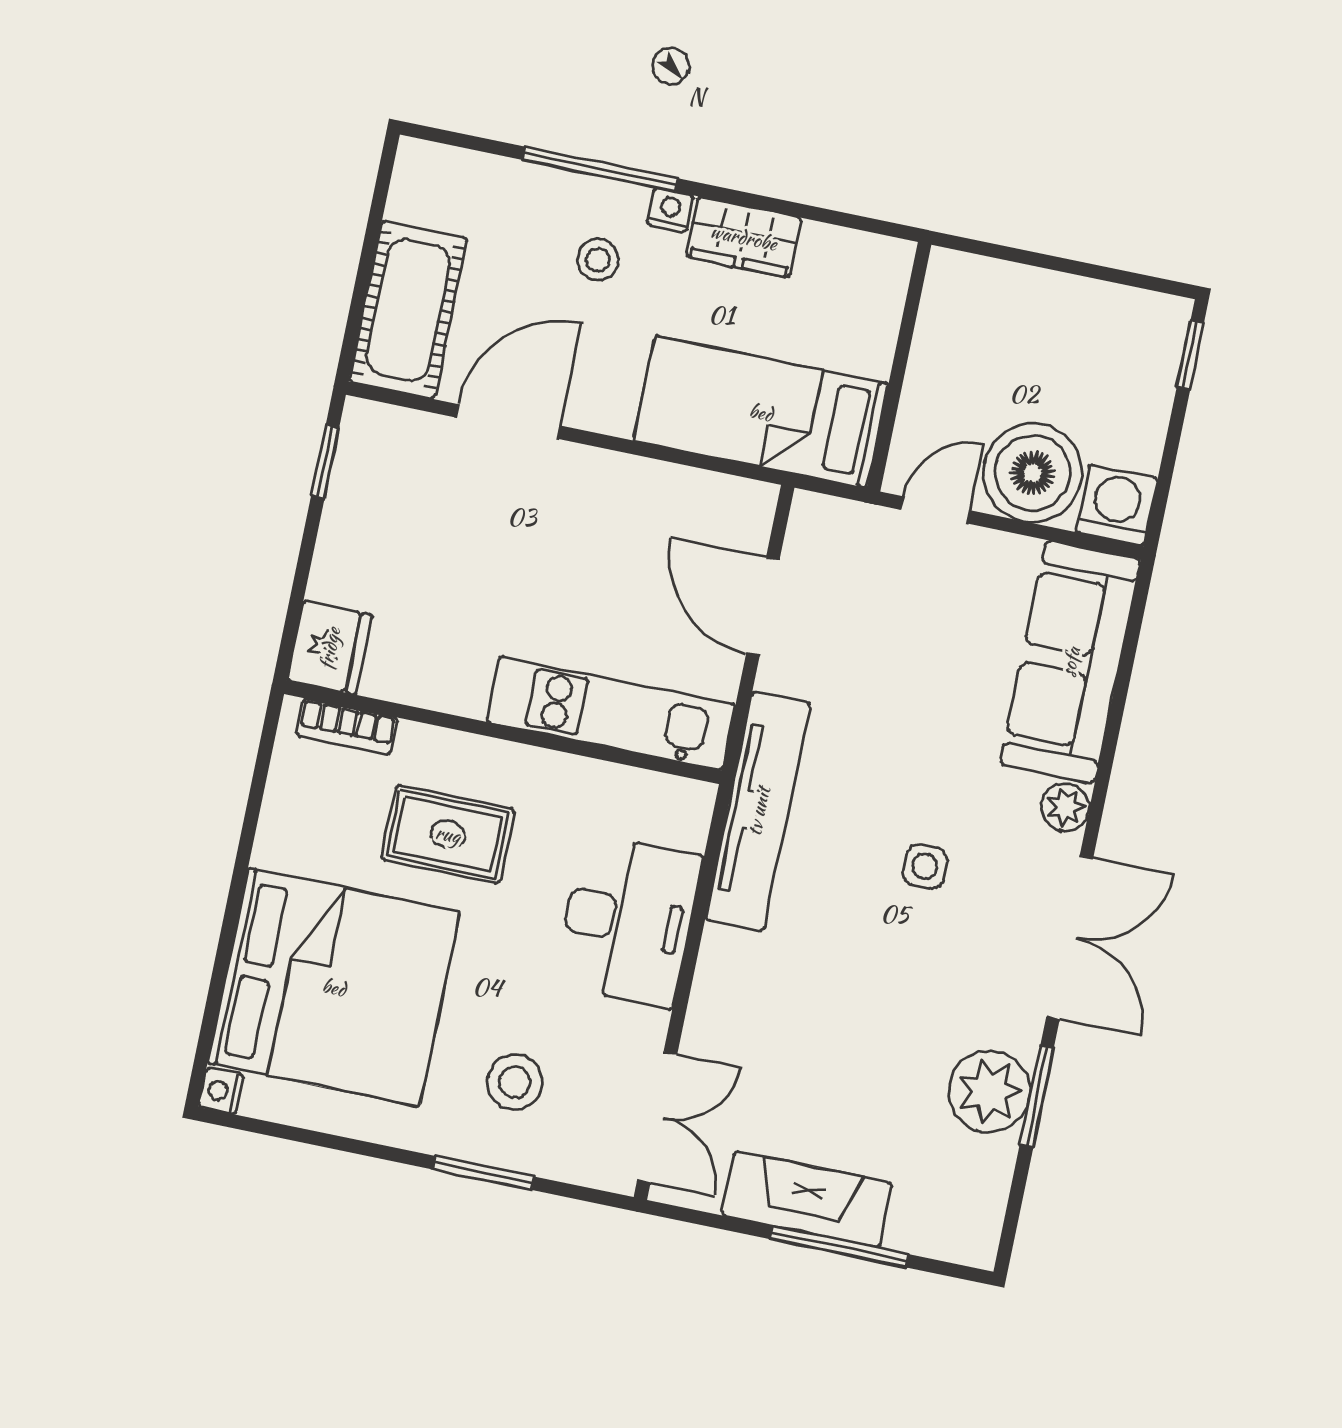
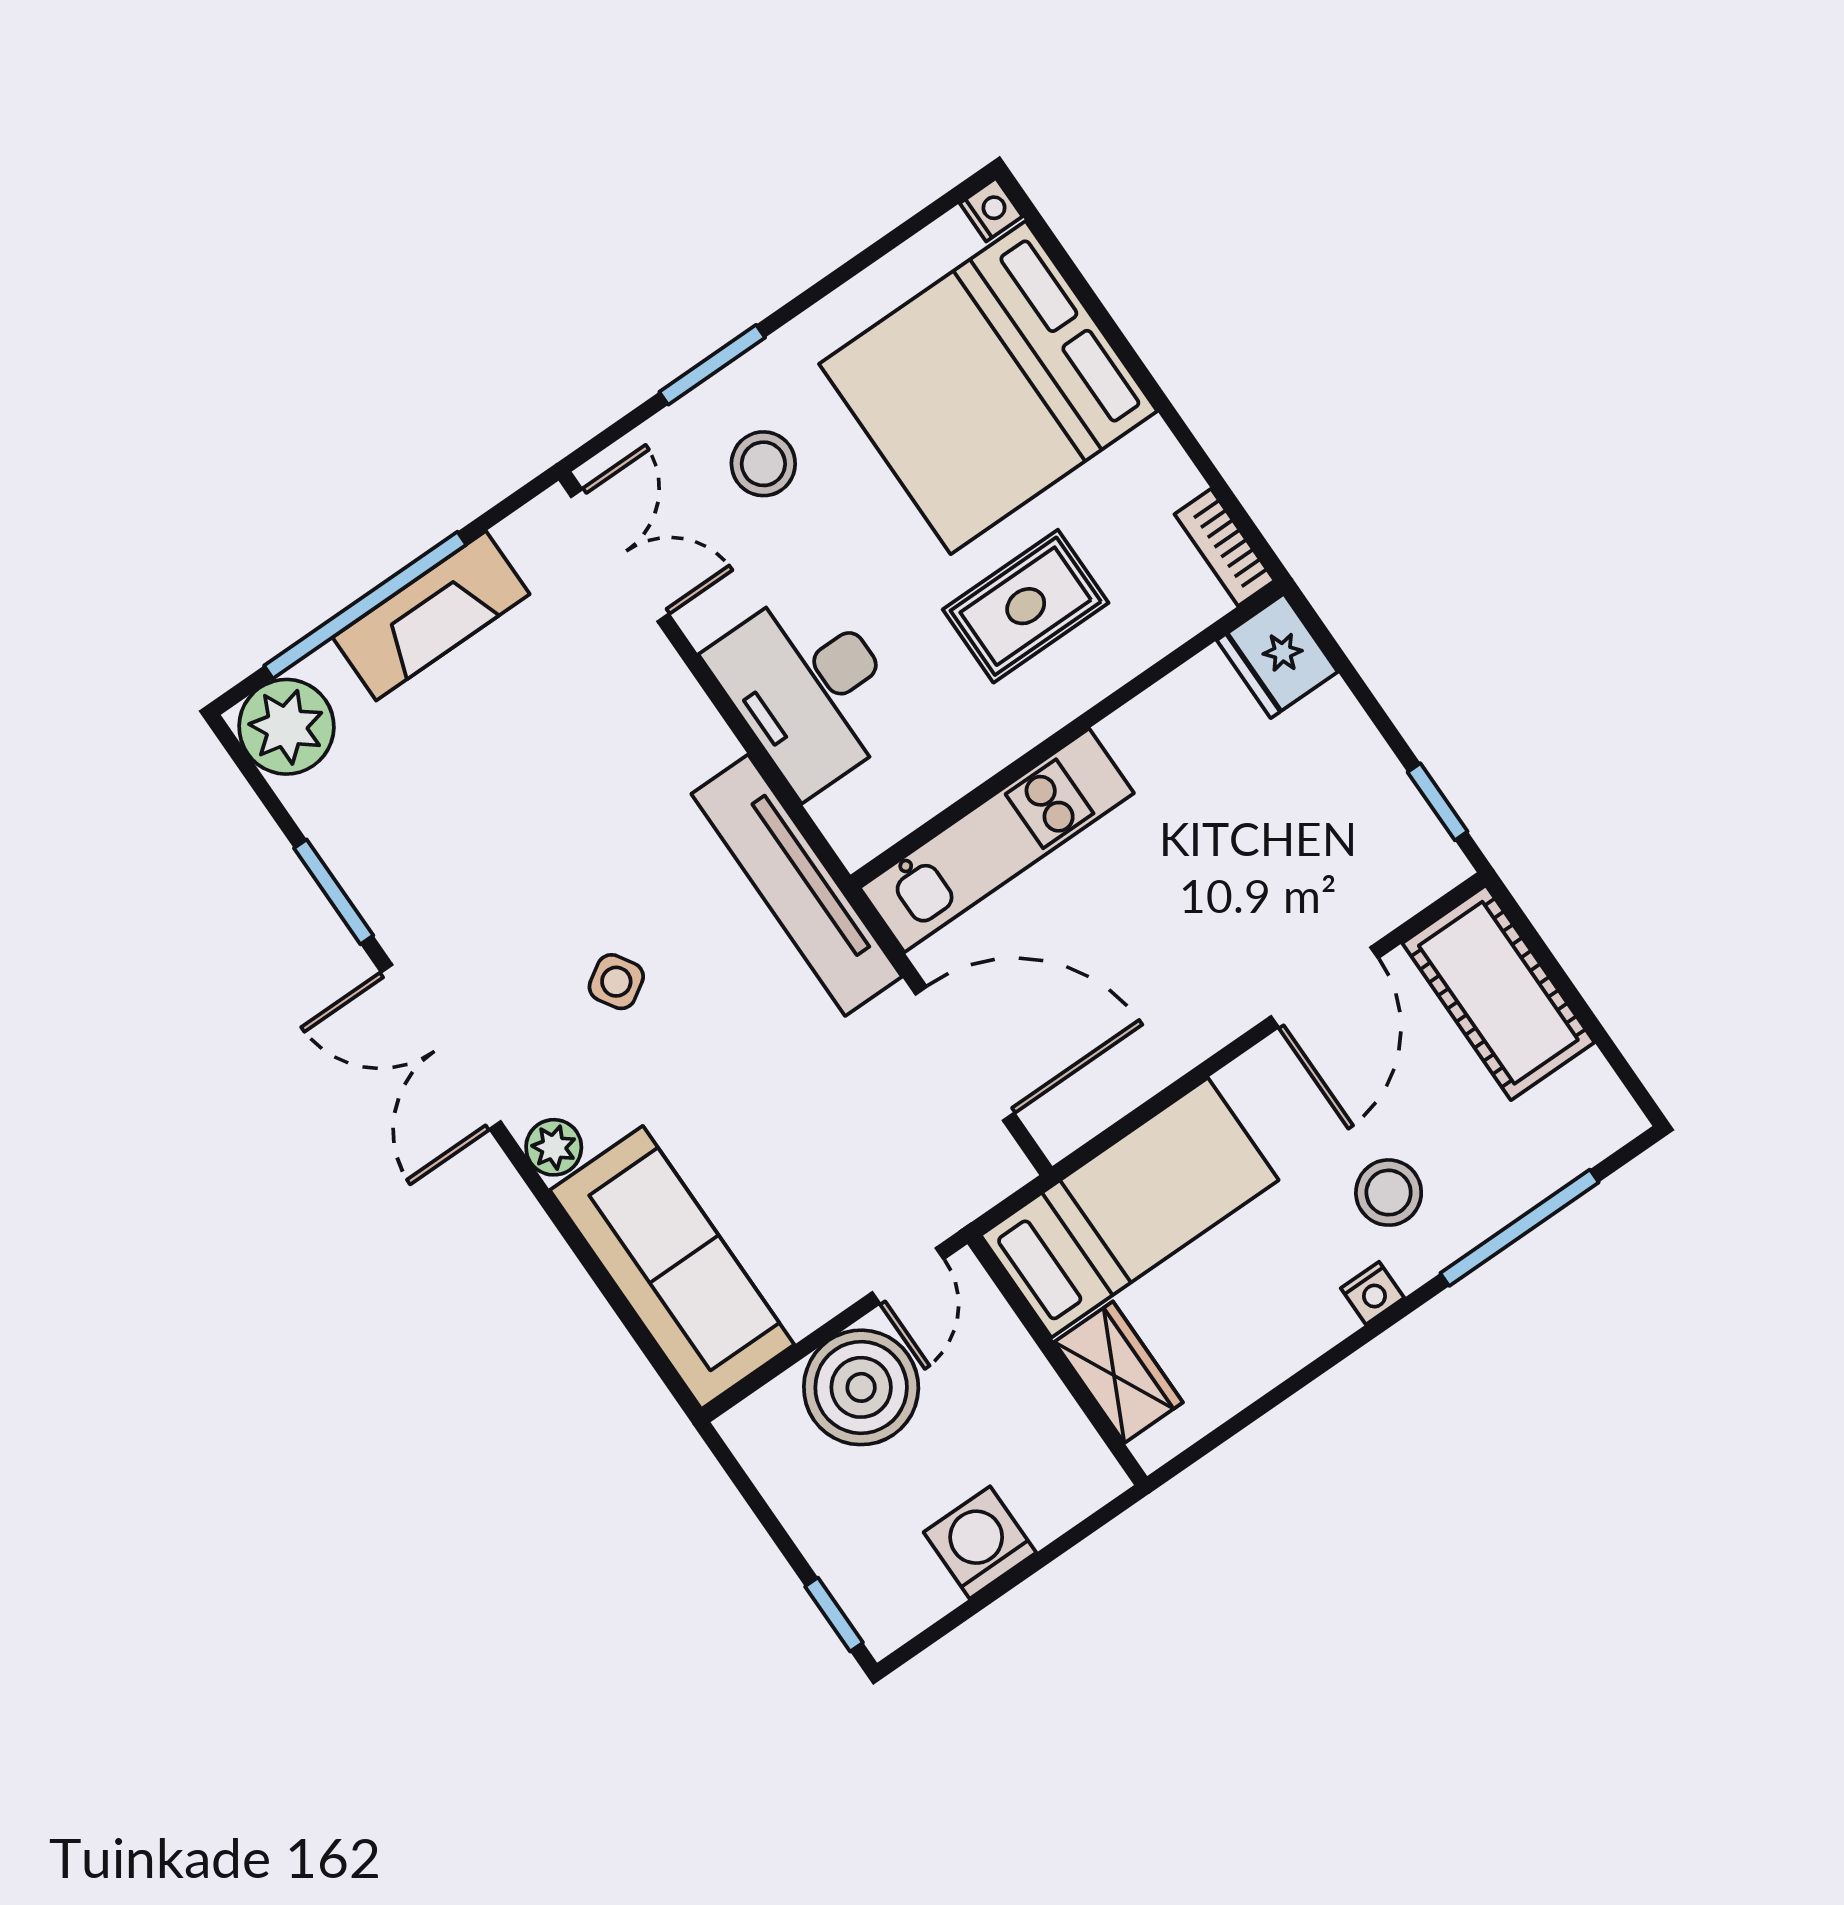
window: (600, 169) -> (1519, 1228), moved
wardrobe: (744, 237) -> (1119, 1372), moved, turned 90
stool: (598, 260) -> (1389, 1193), width x1.37, depth x1.37
washing machine: (1117, 505) -> (980, 1542), moved, turned 180
door: (763, 606) -> (965, 1054), width x1.36
bookcase: (347, 727) -> (1225, 547), moved, turned -90
side table: (925, 866) -> (616, 982), turned -32
plant: (989, 1091) -> (286, 727), moved
double door: (657, 1117) -> (620, 555), swing flipped
window: (839, 1247) -> (365, 605), width x1.46

